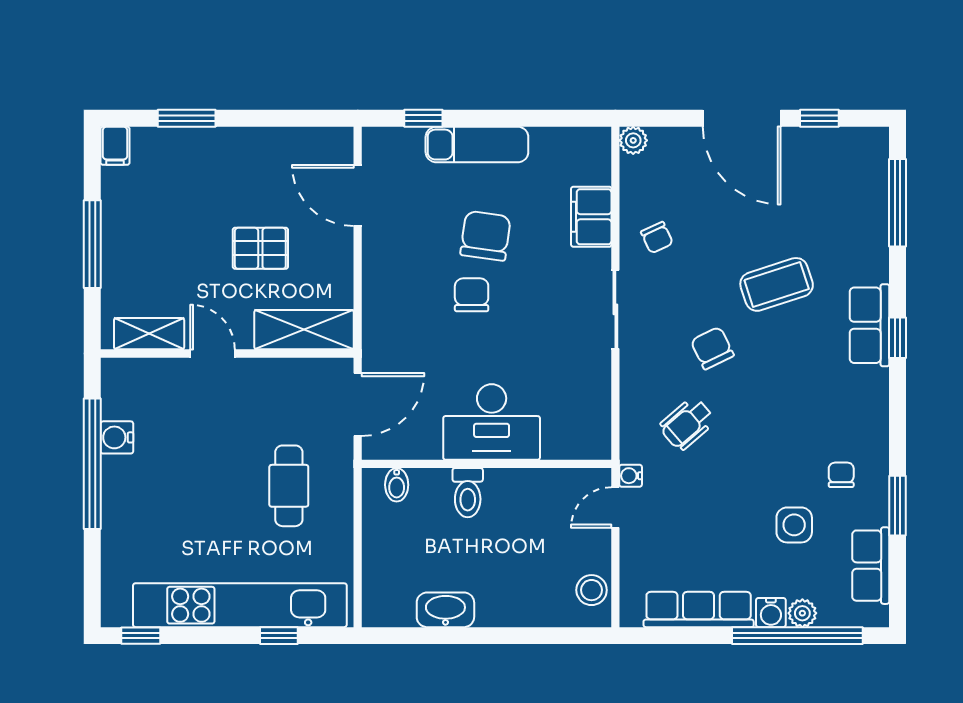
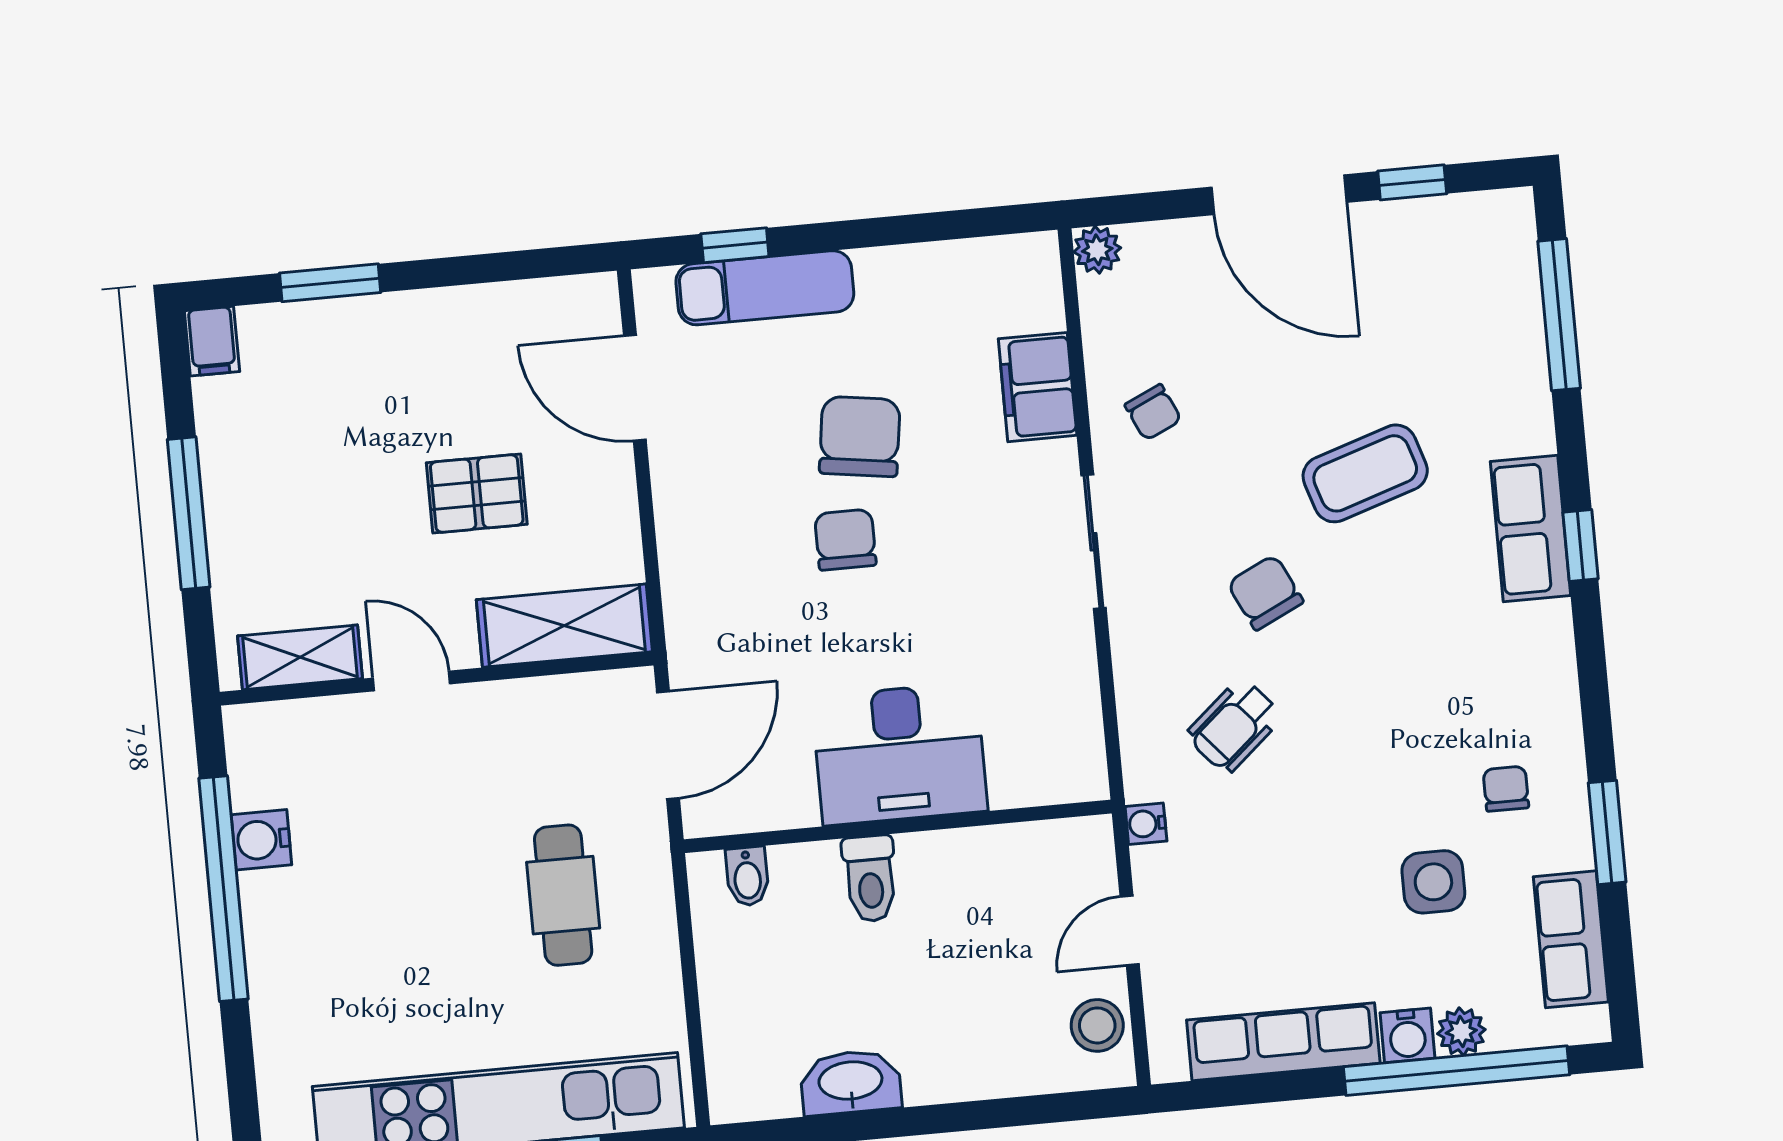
exam couch: (477, 145) -> (765, 288), moved
door: (615, 507) -> (1130, 930), moved

